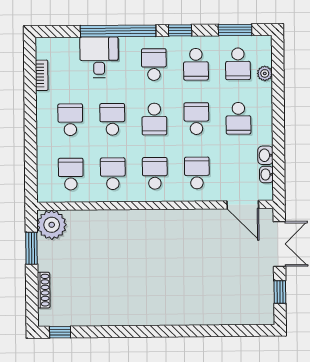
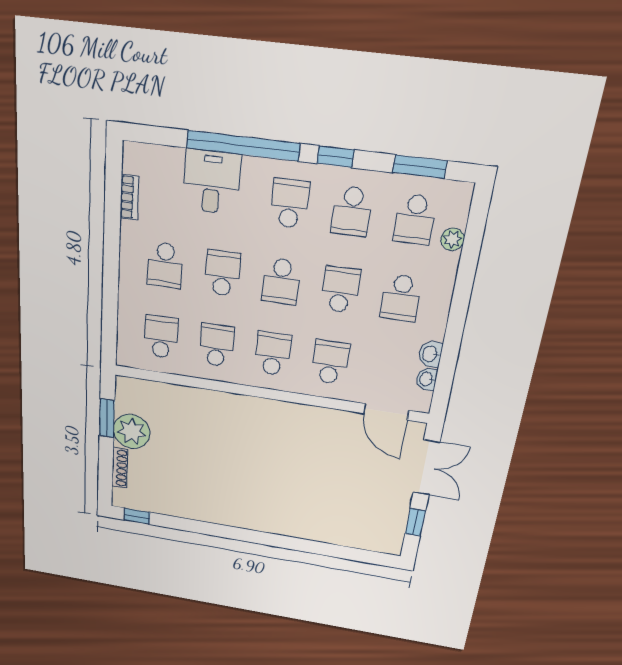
school desk: (70, 120) -> (165, 265), turned 180
plant: (52, 225) -> (132, 431), moved

